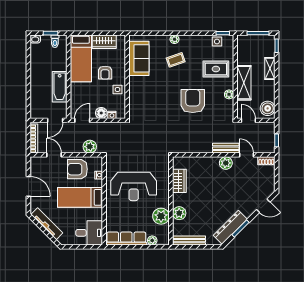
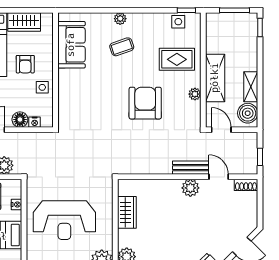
shelving: (270, 69) -> (251, 87), moved

